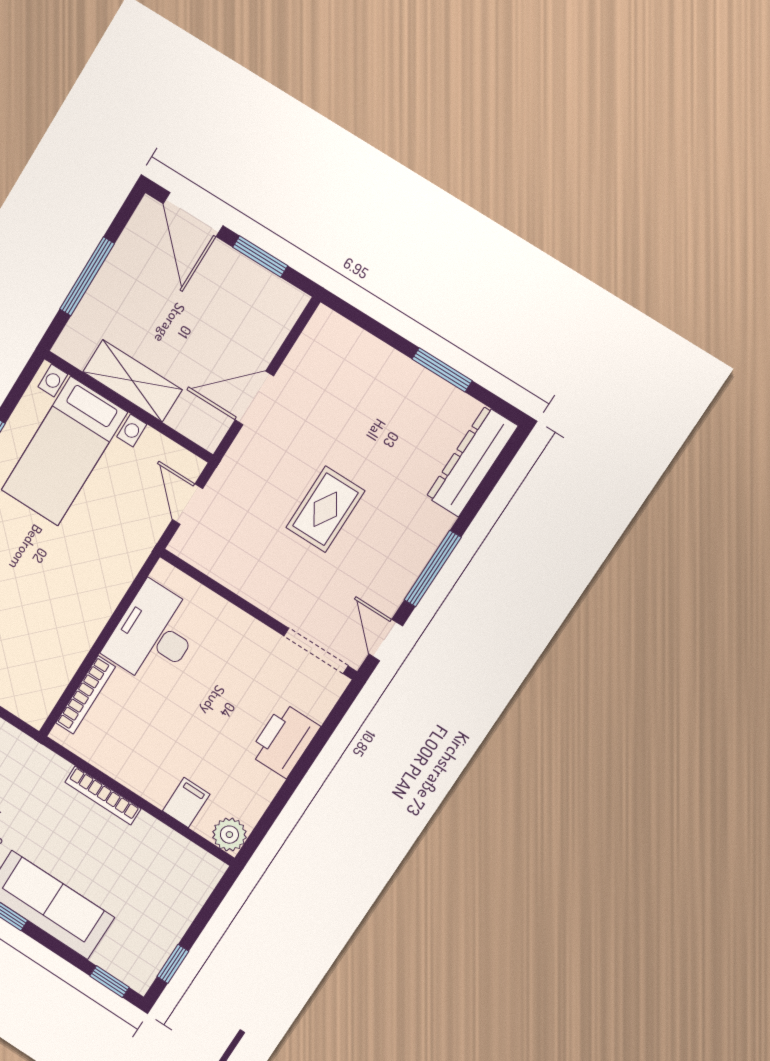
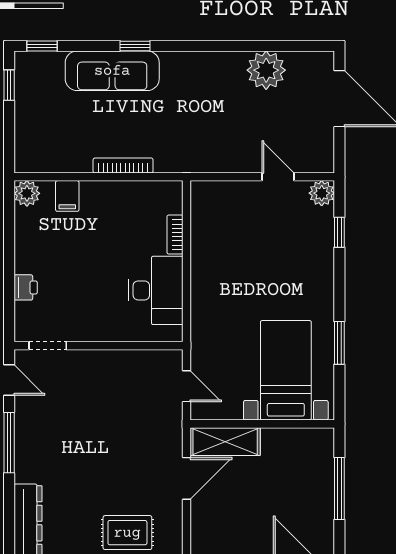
shelving: (132, 381) -> (225, 442), moved
rug: (325, 509) -> (127, 533), moved, turned 90
doorway: (316, 651) -> (48, 346), width x0.73
bookcase: (86, 695) -> (175, 235), width x0.64
printer: (284, 740) -> (26, 287), width x0.53, depth x0.68

